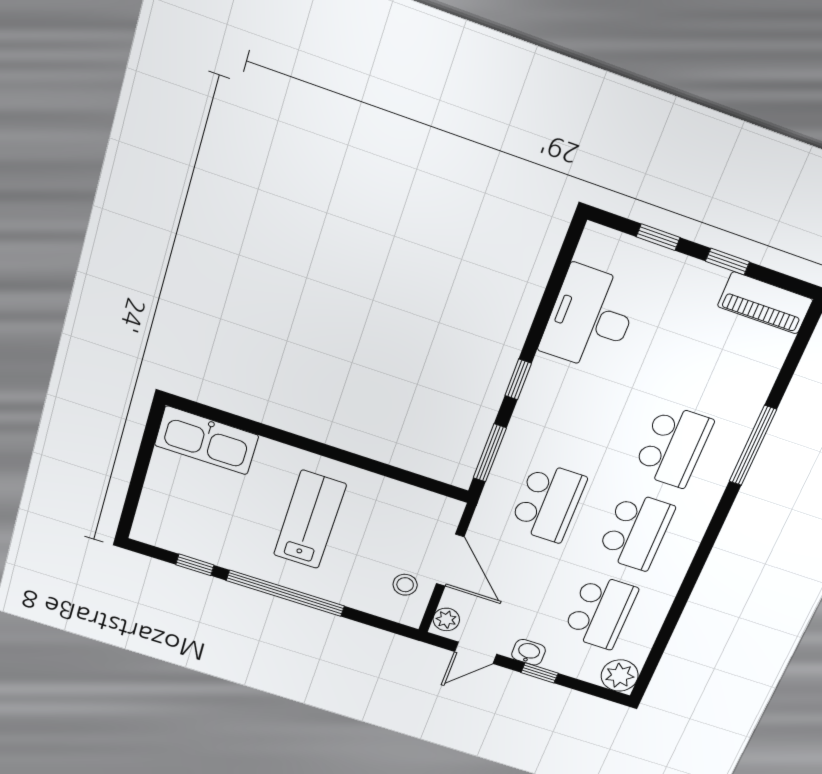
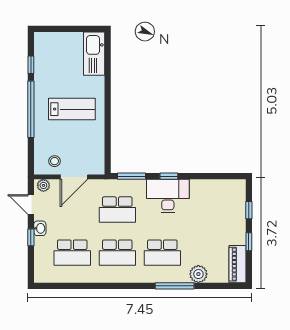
desk: (590, 318) -> (168, 196), moved
plant: (620, 676) -> (198, 274), moved

